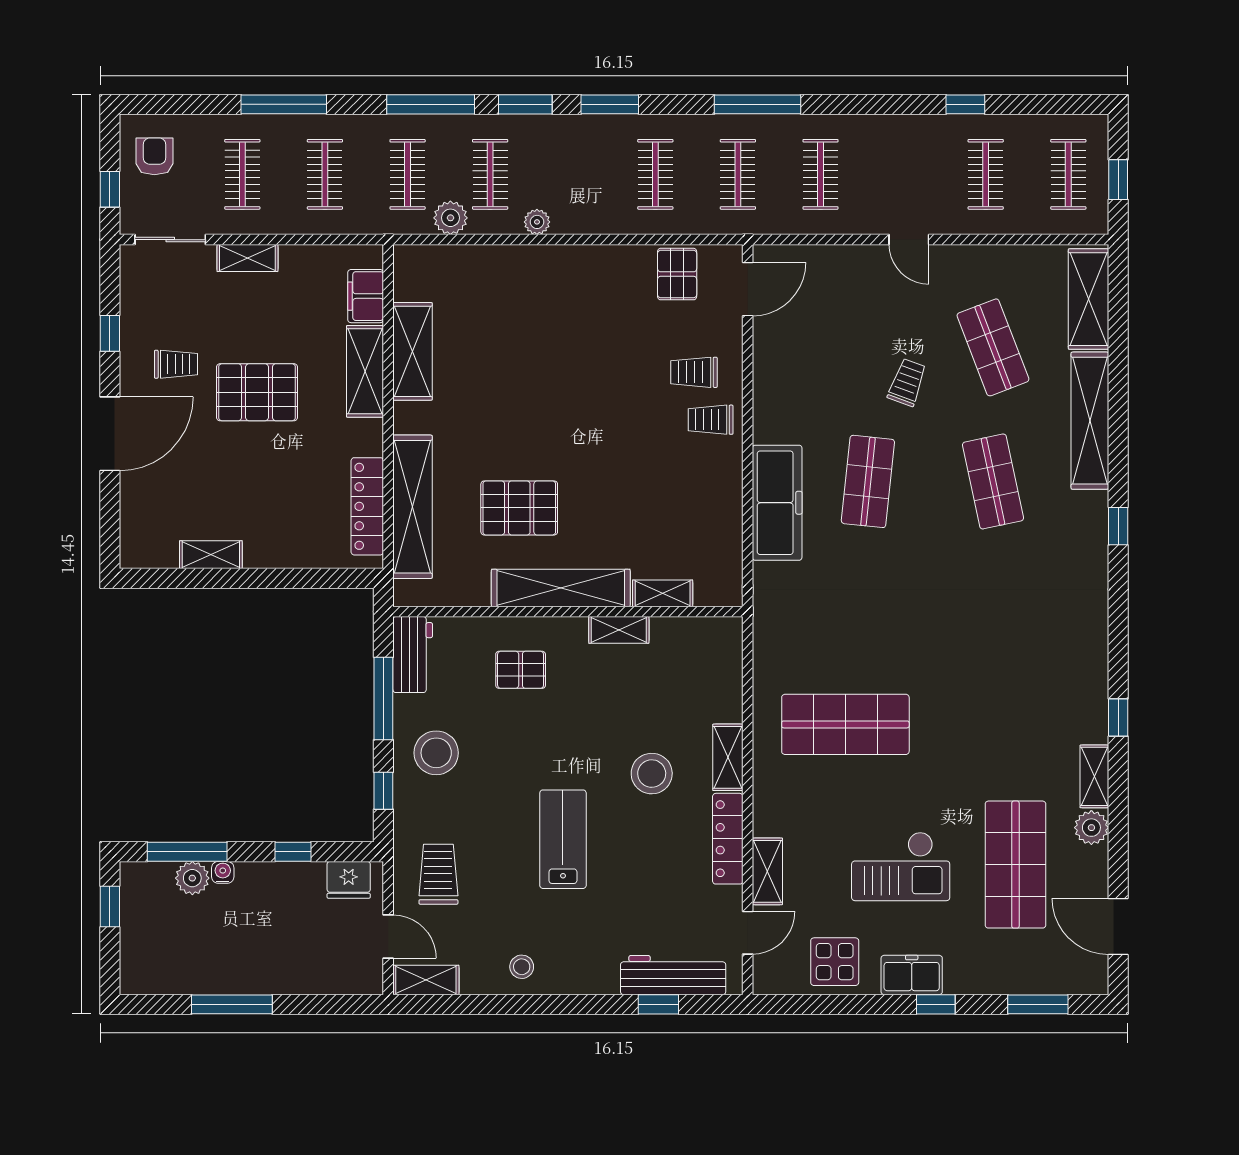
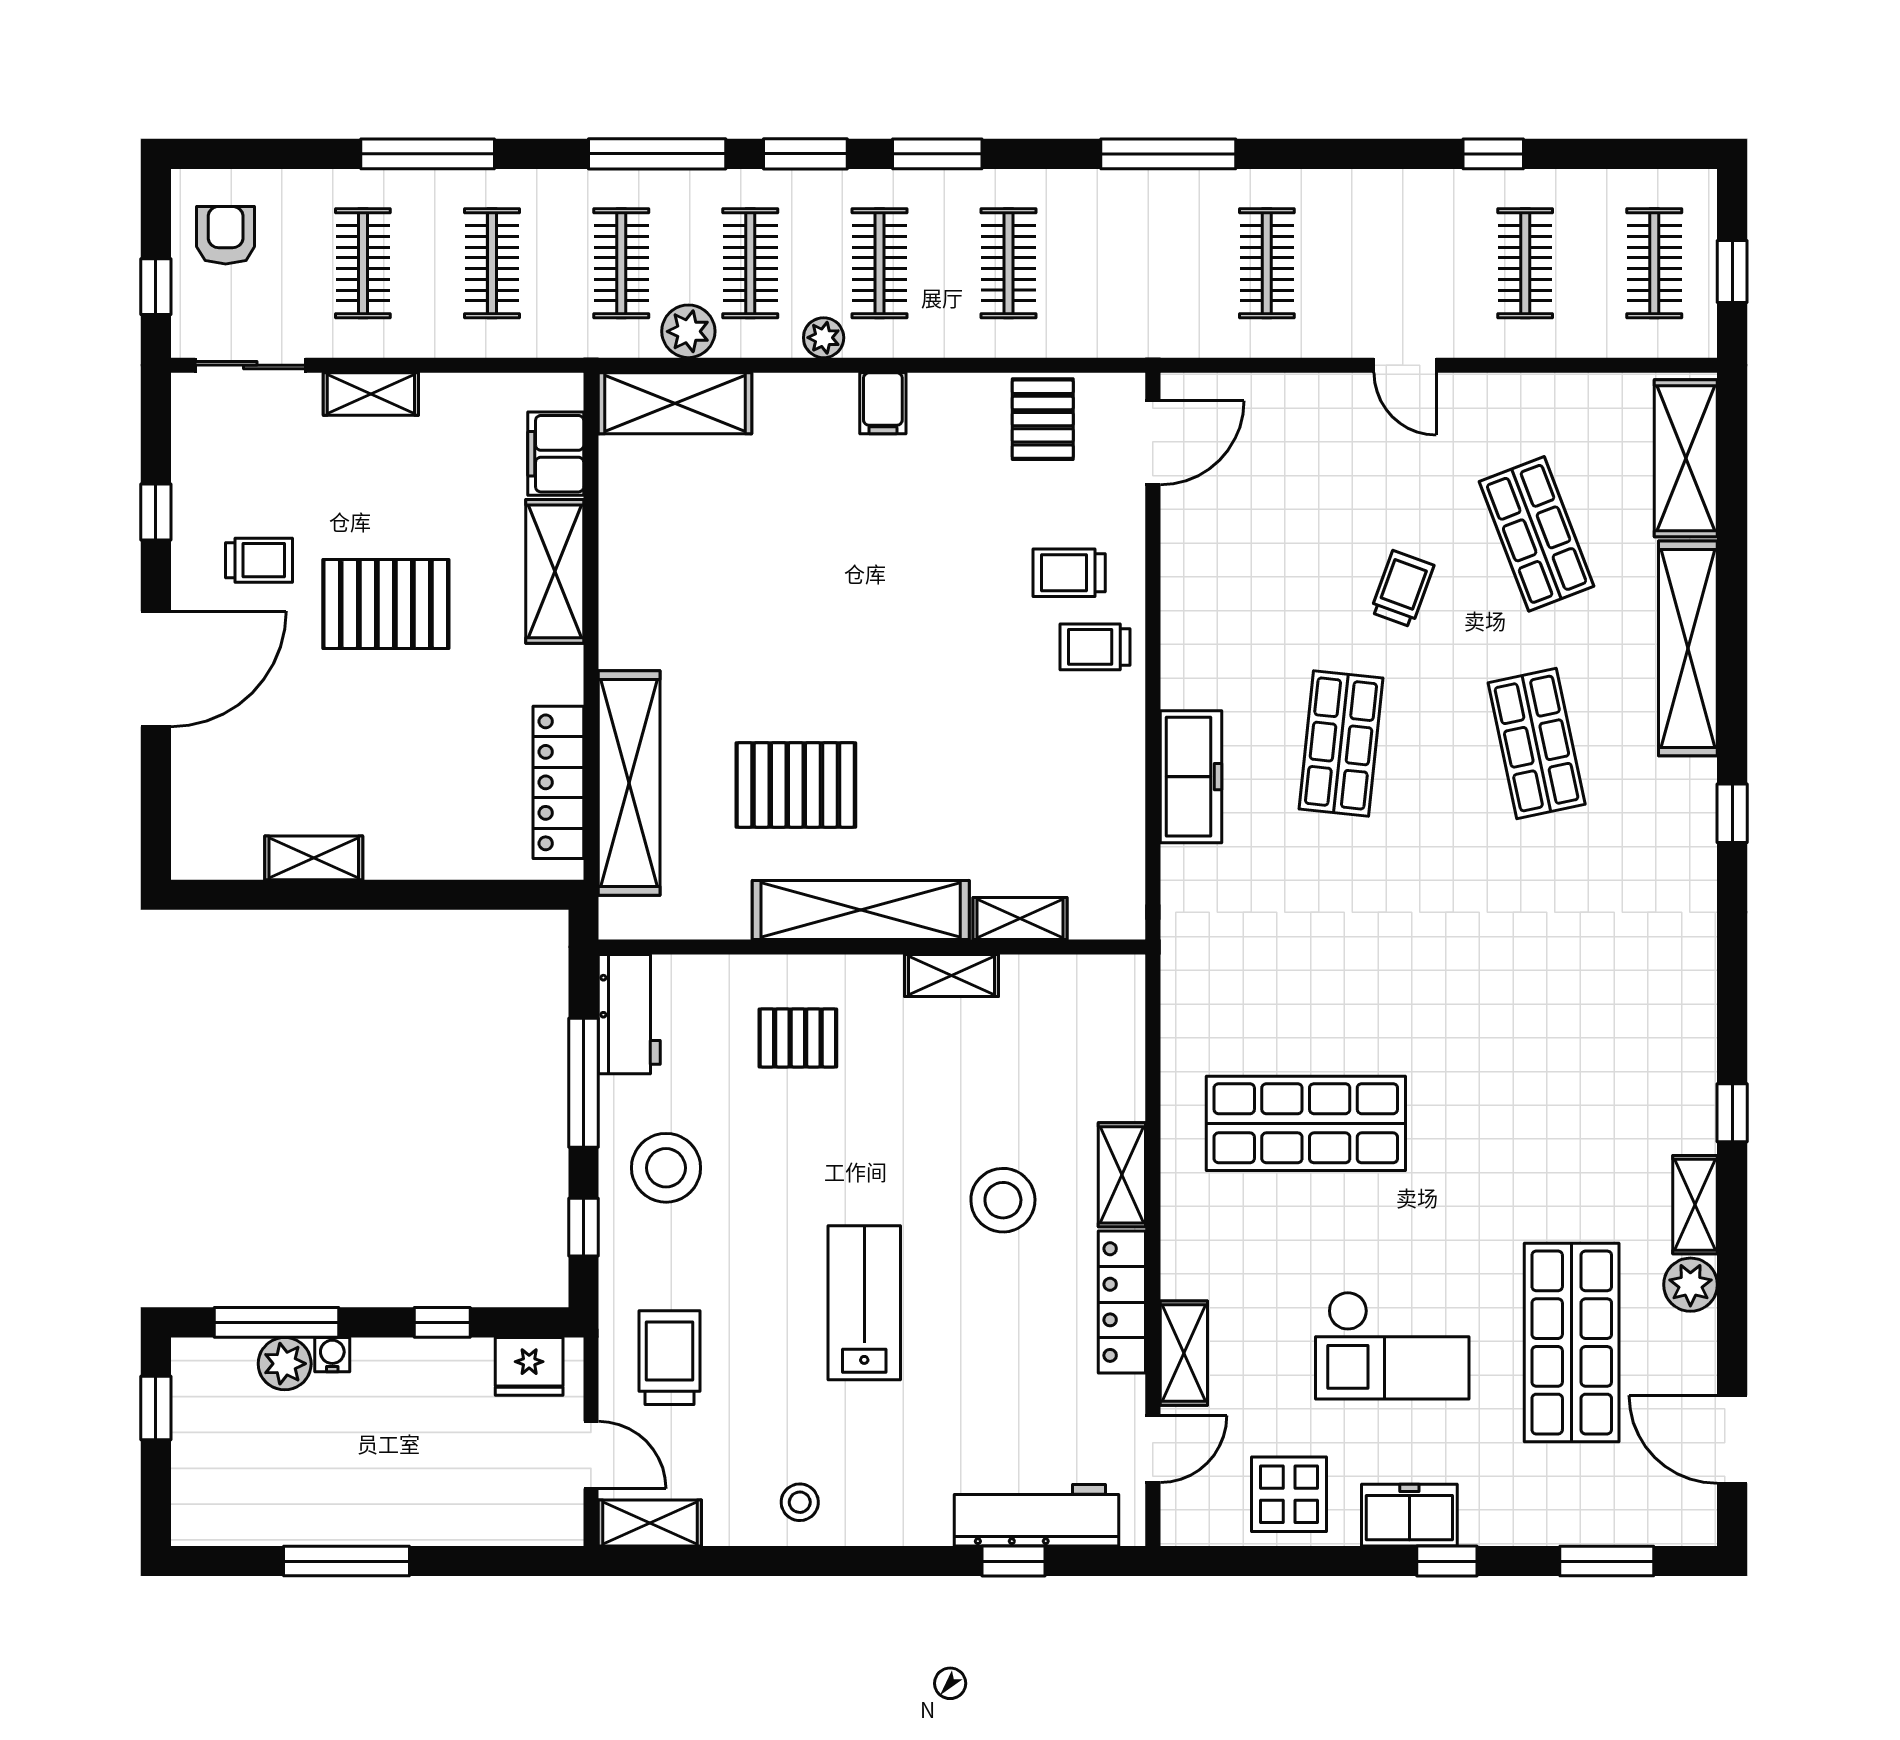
clothes rail: (738, 174) -> (879, 263), moved
filing cabinet: (575, 264) -> (883, 403), added
shelving: (413, 351) -> (675, 403), moved, turned 90
freezer: (777, 503) -> (1191, 777), width x0.73, depth x0.79

